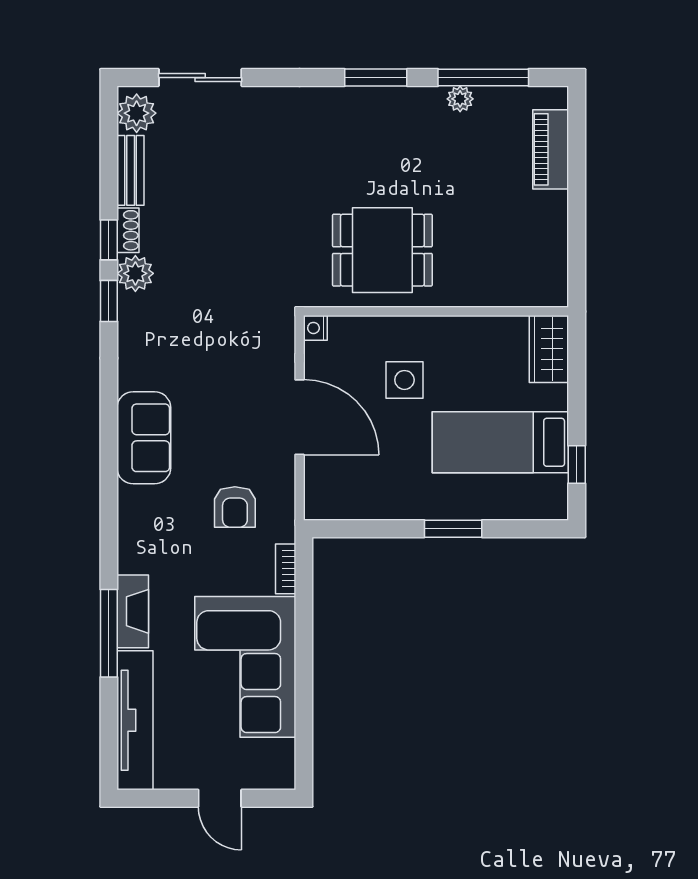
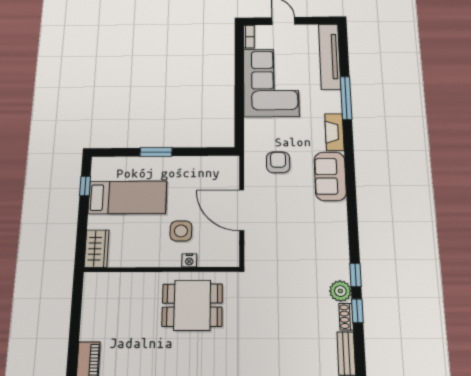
nightstand: (315, 328) -> (189, 260), moved, turned 90
sofa: (144, 438) -> (330, 176), moved
bookcase: (286, 569) -> (249, 37), moved
fireplace: (133, 611) -> (334, 132), moved

